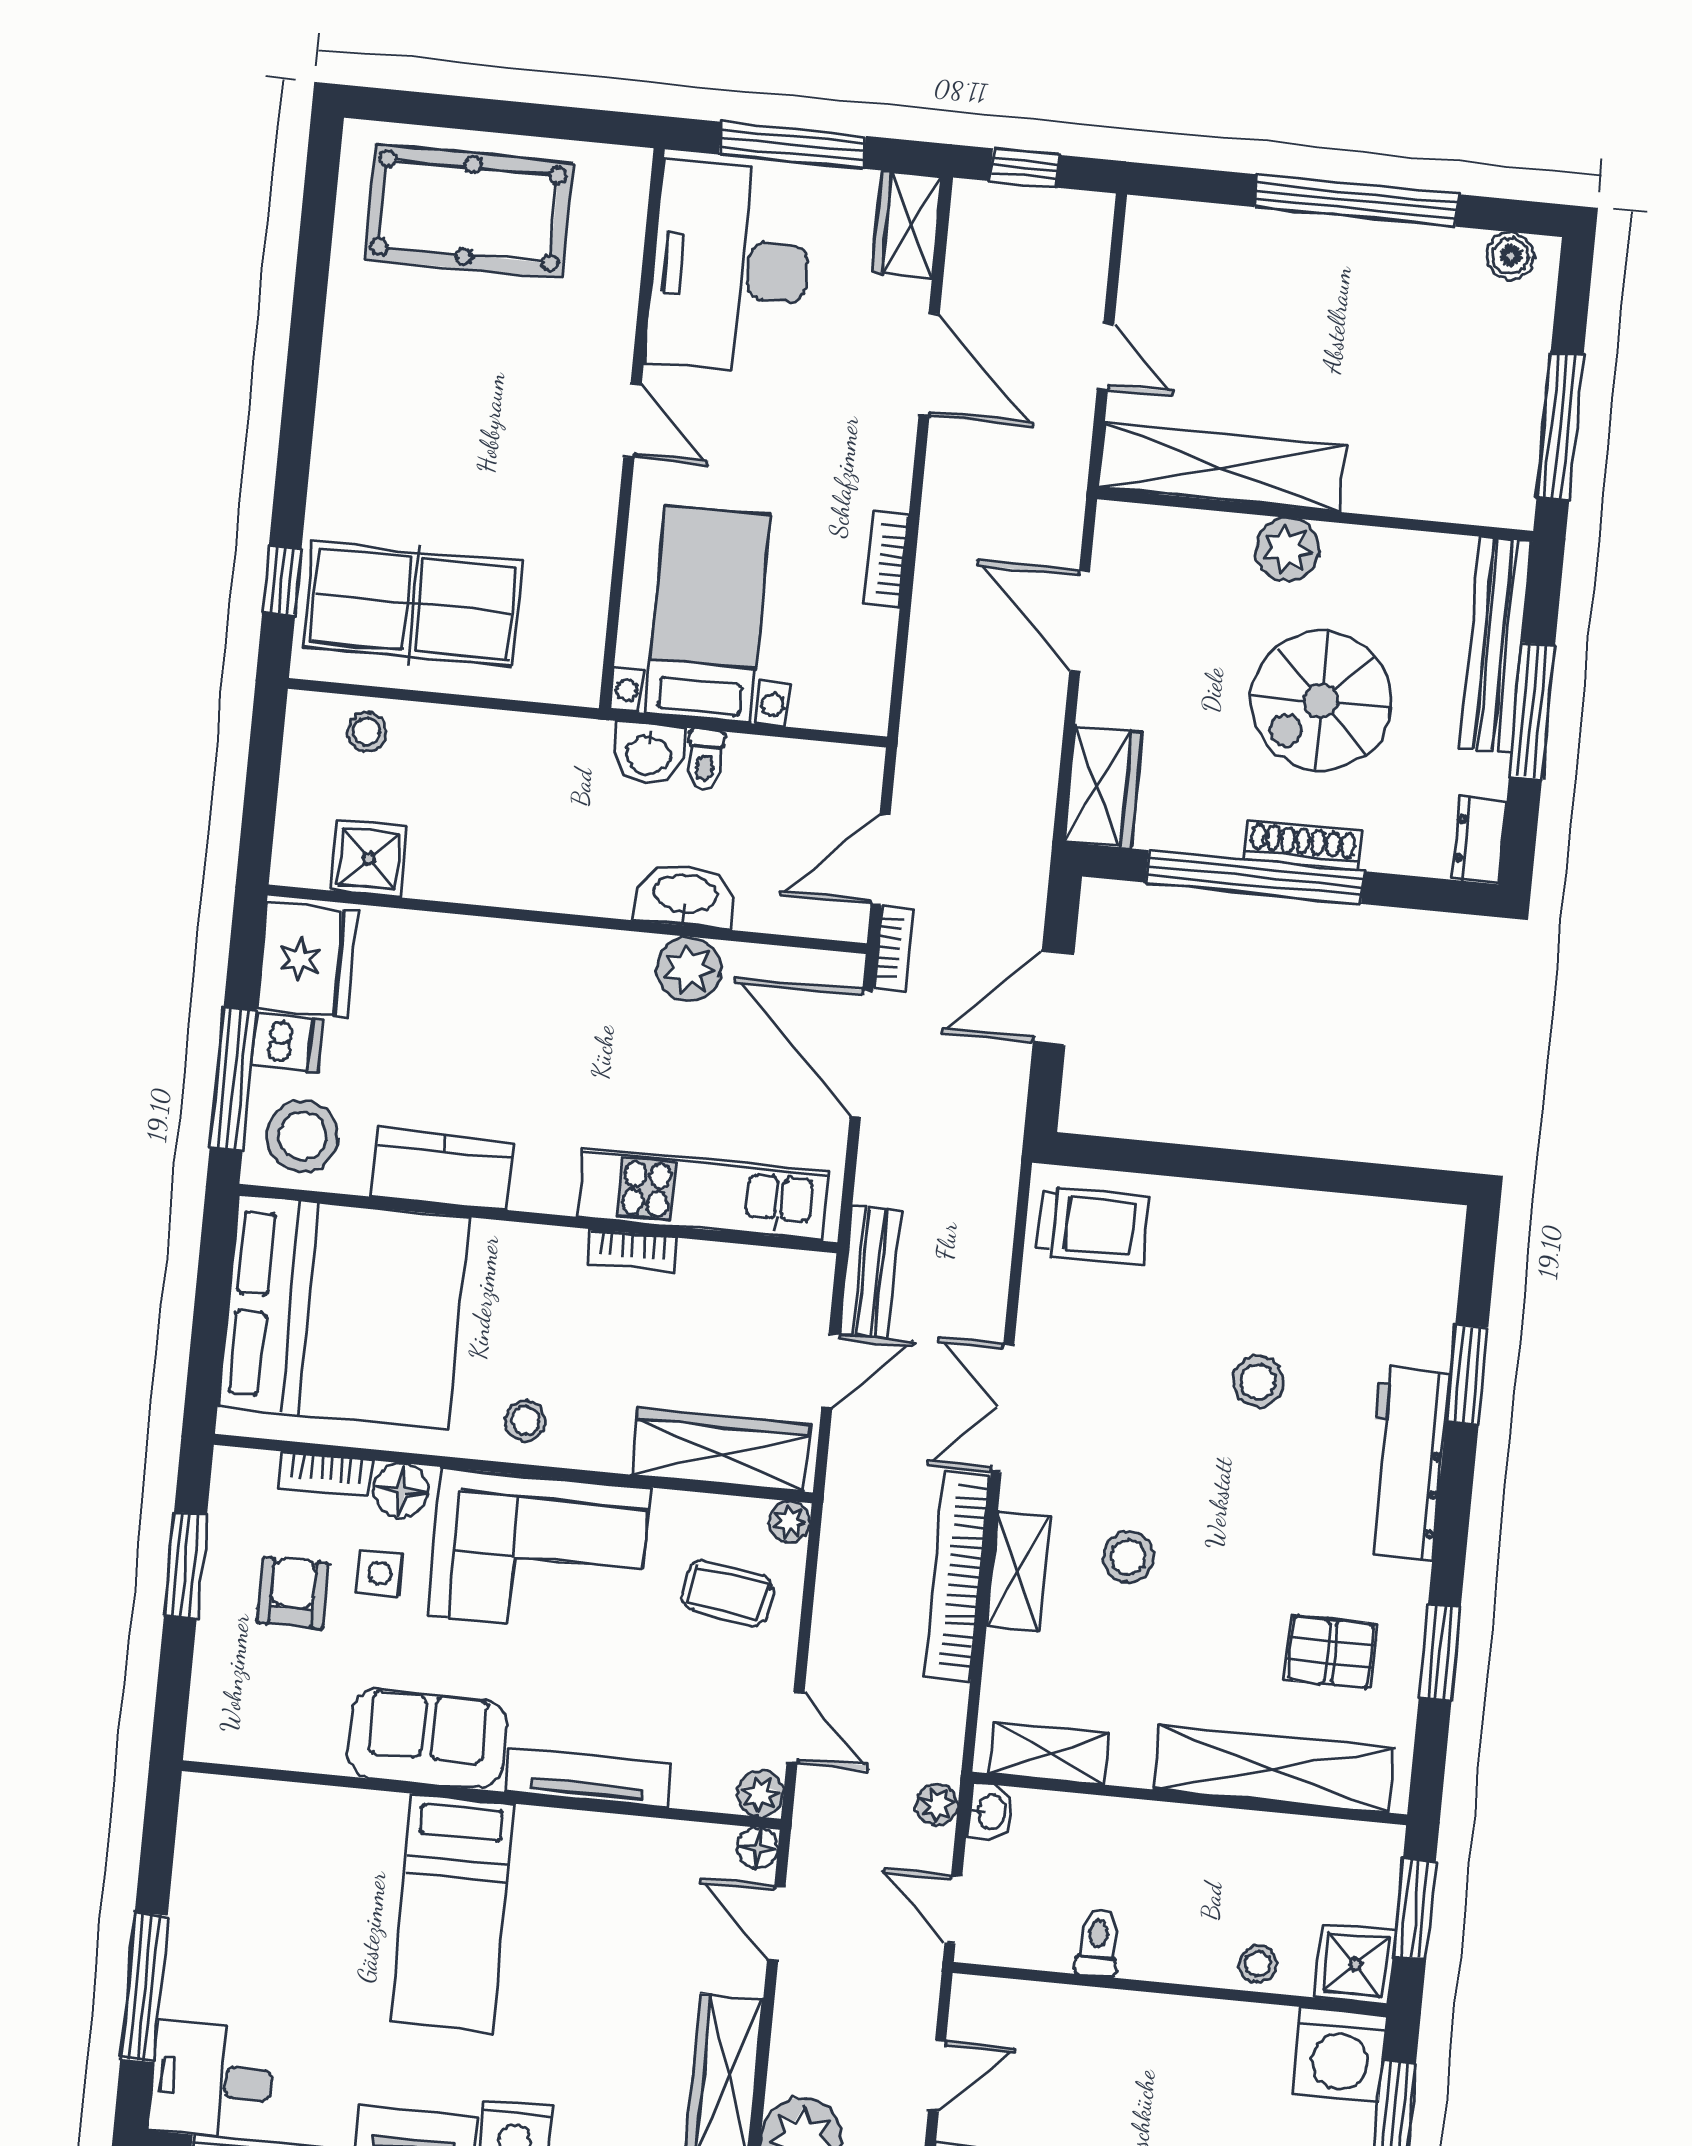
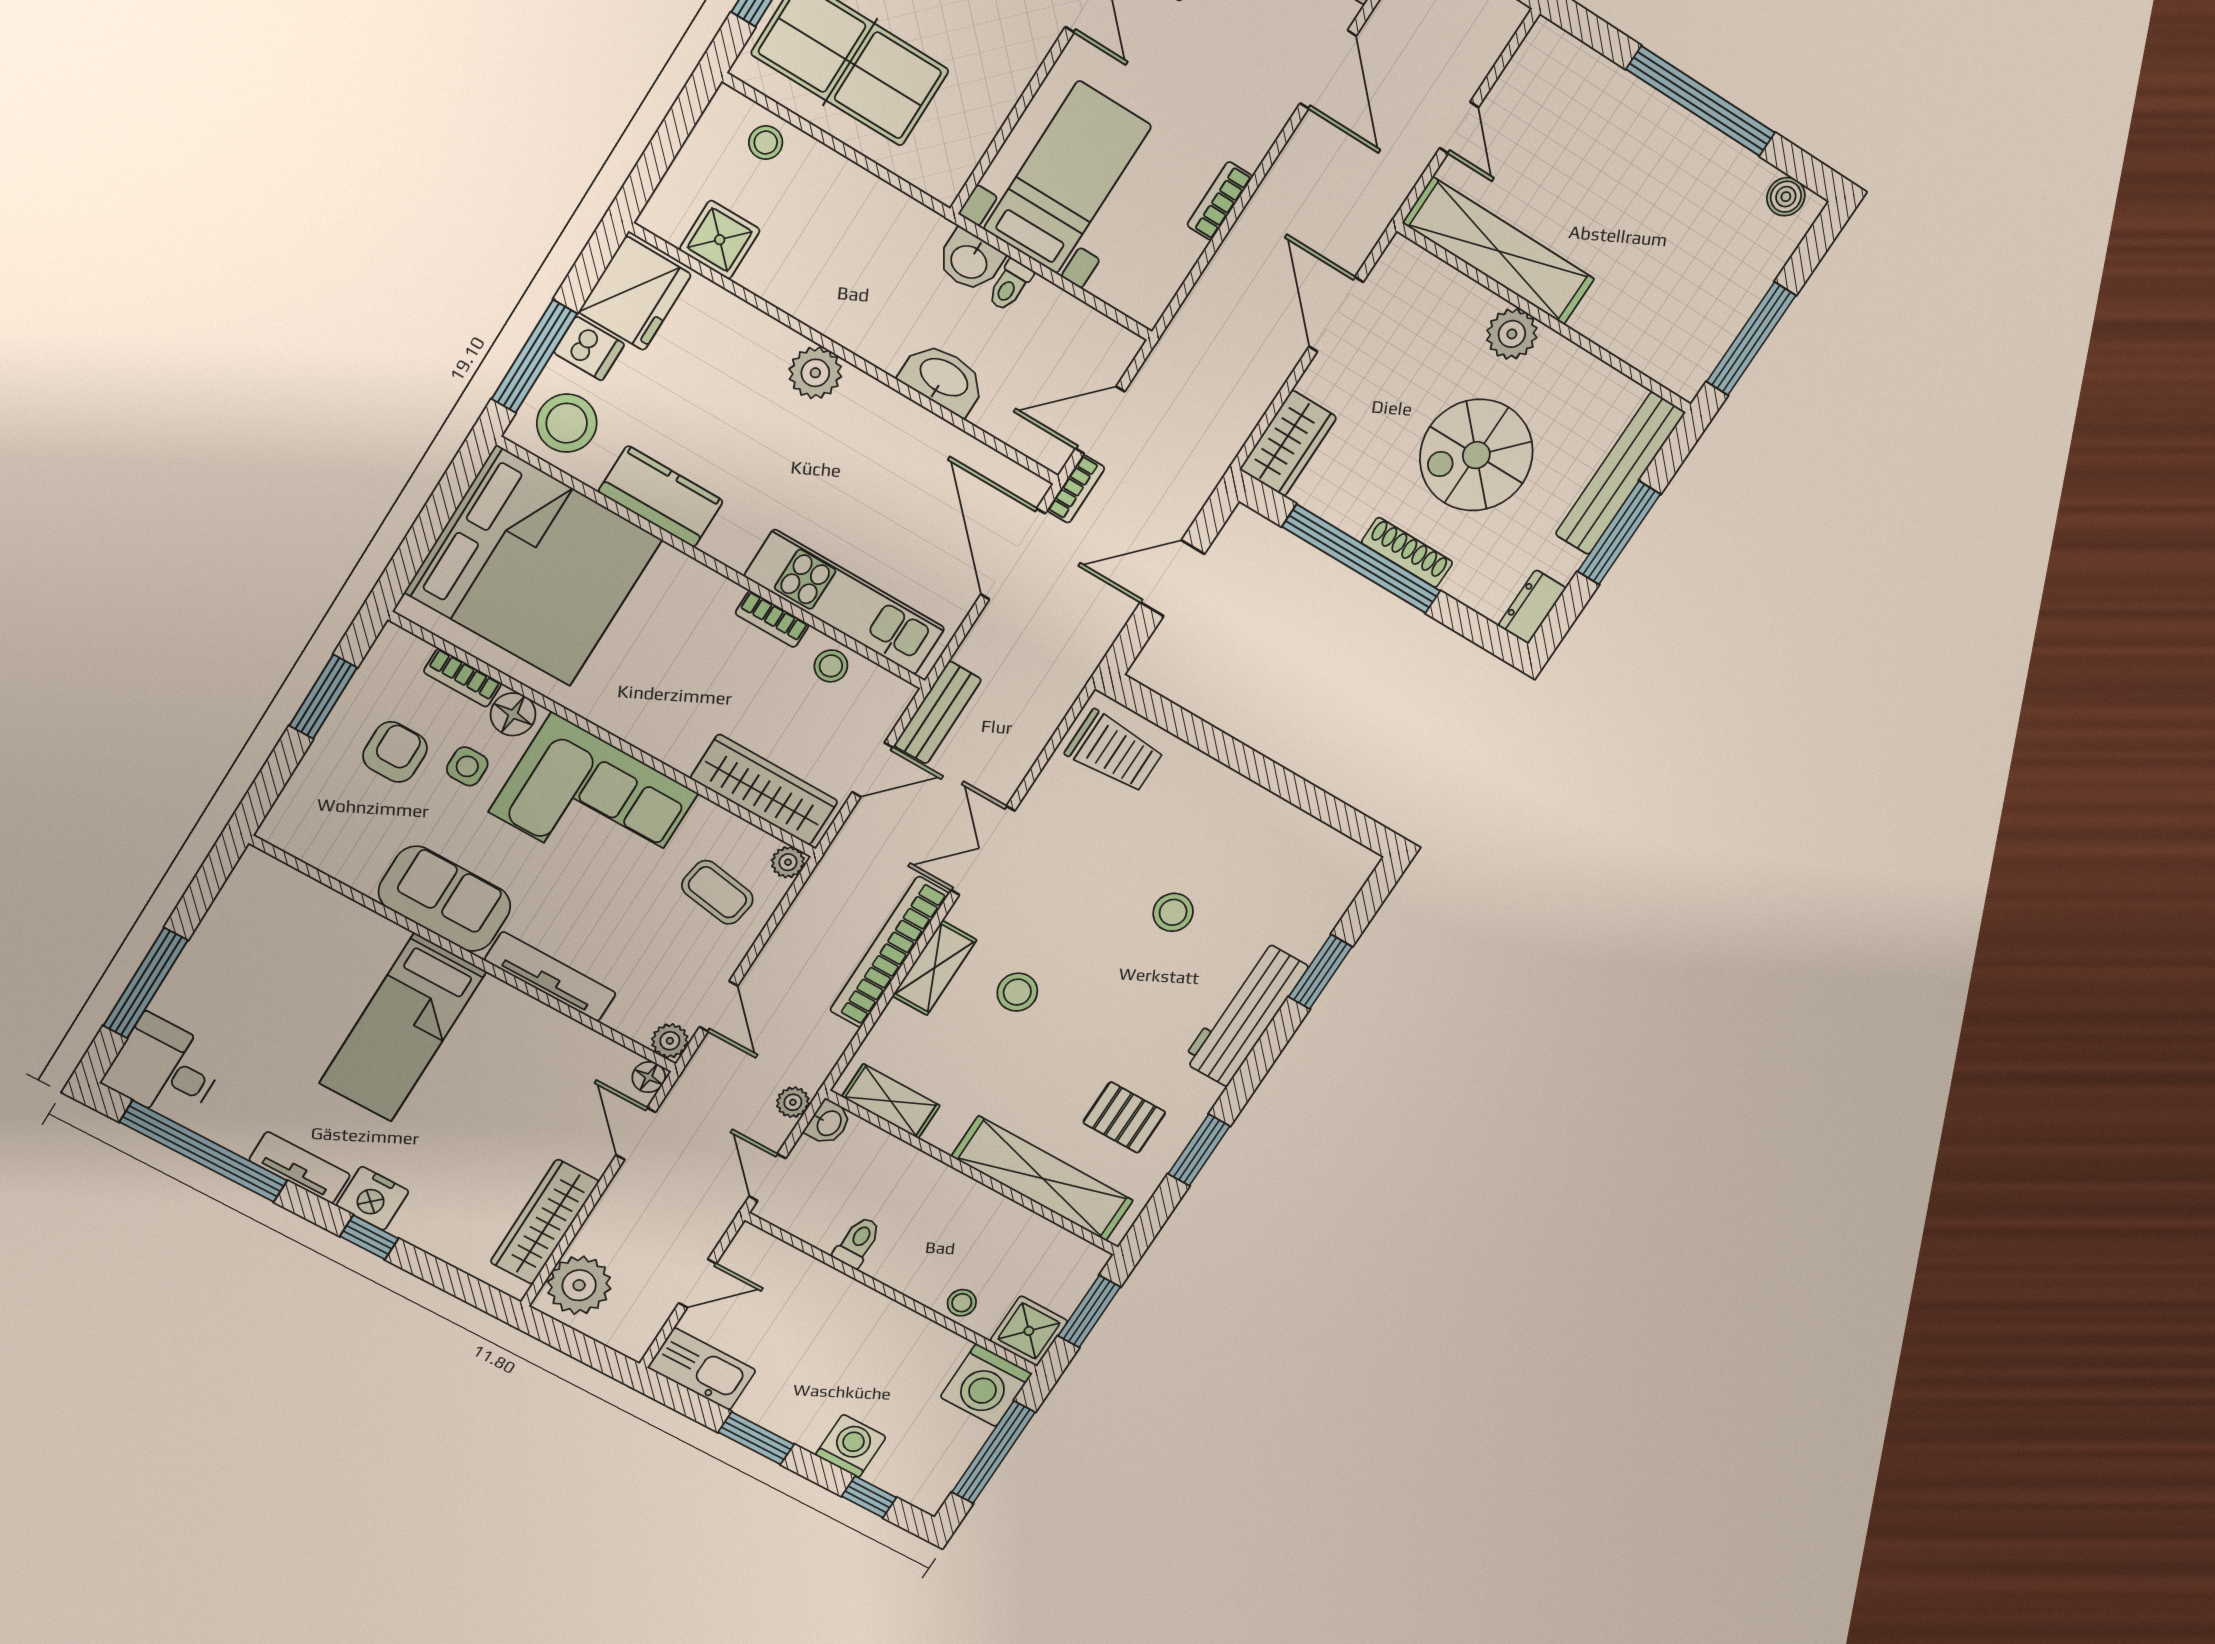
plant: (689, 969) -> (815, 373), moved
stool: (525, 1421) -> (831, 666), moved

